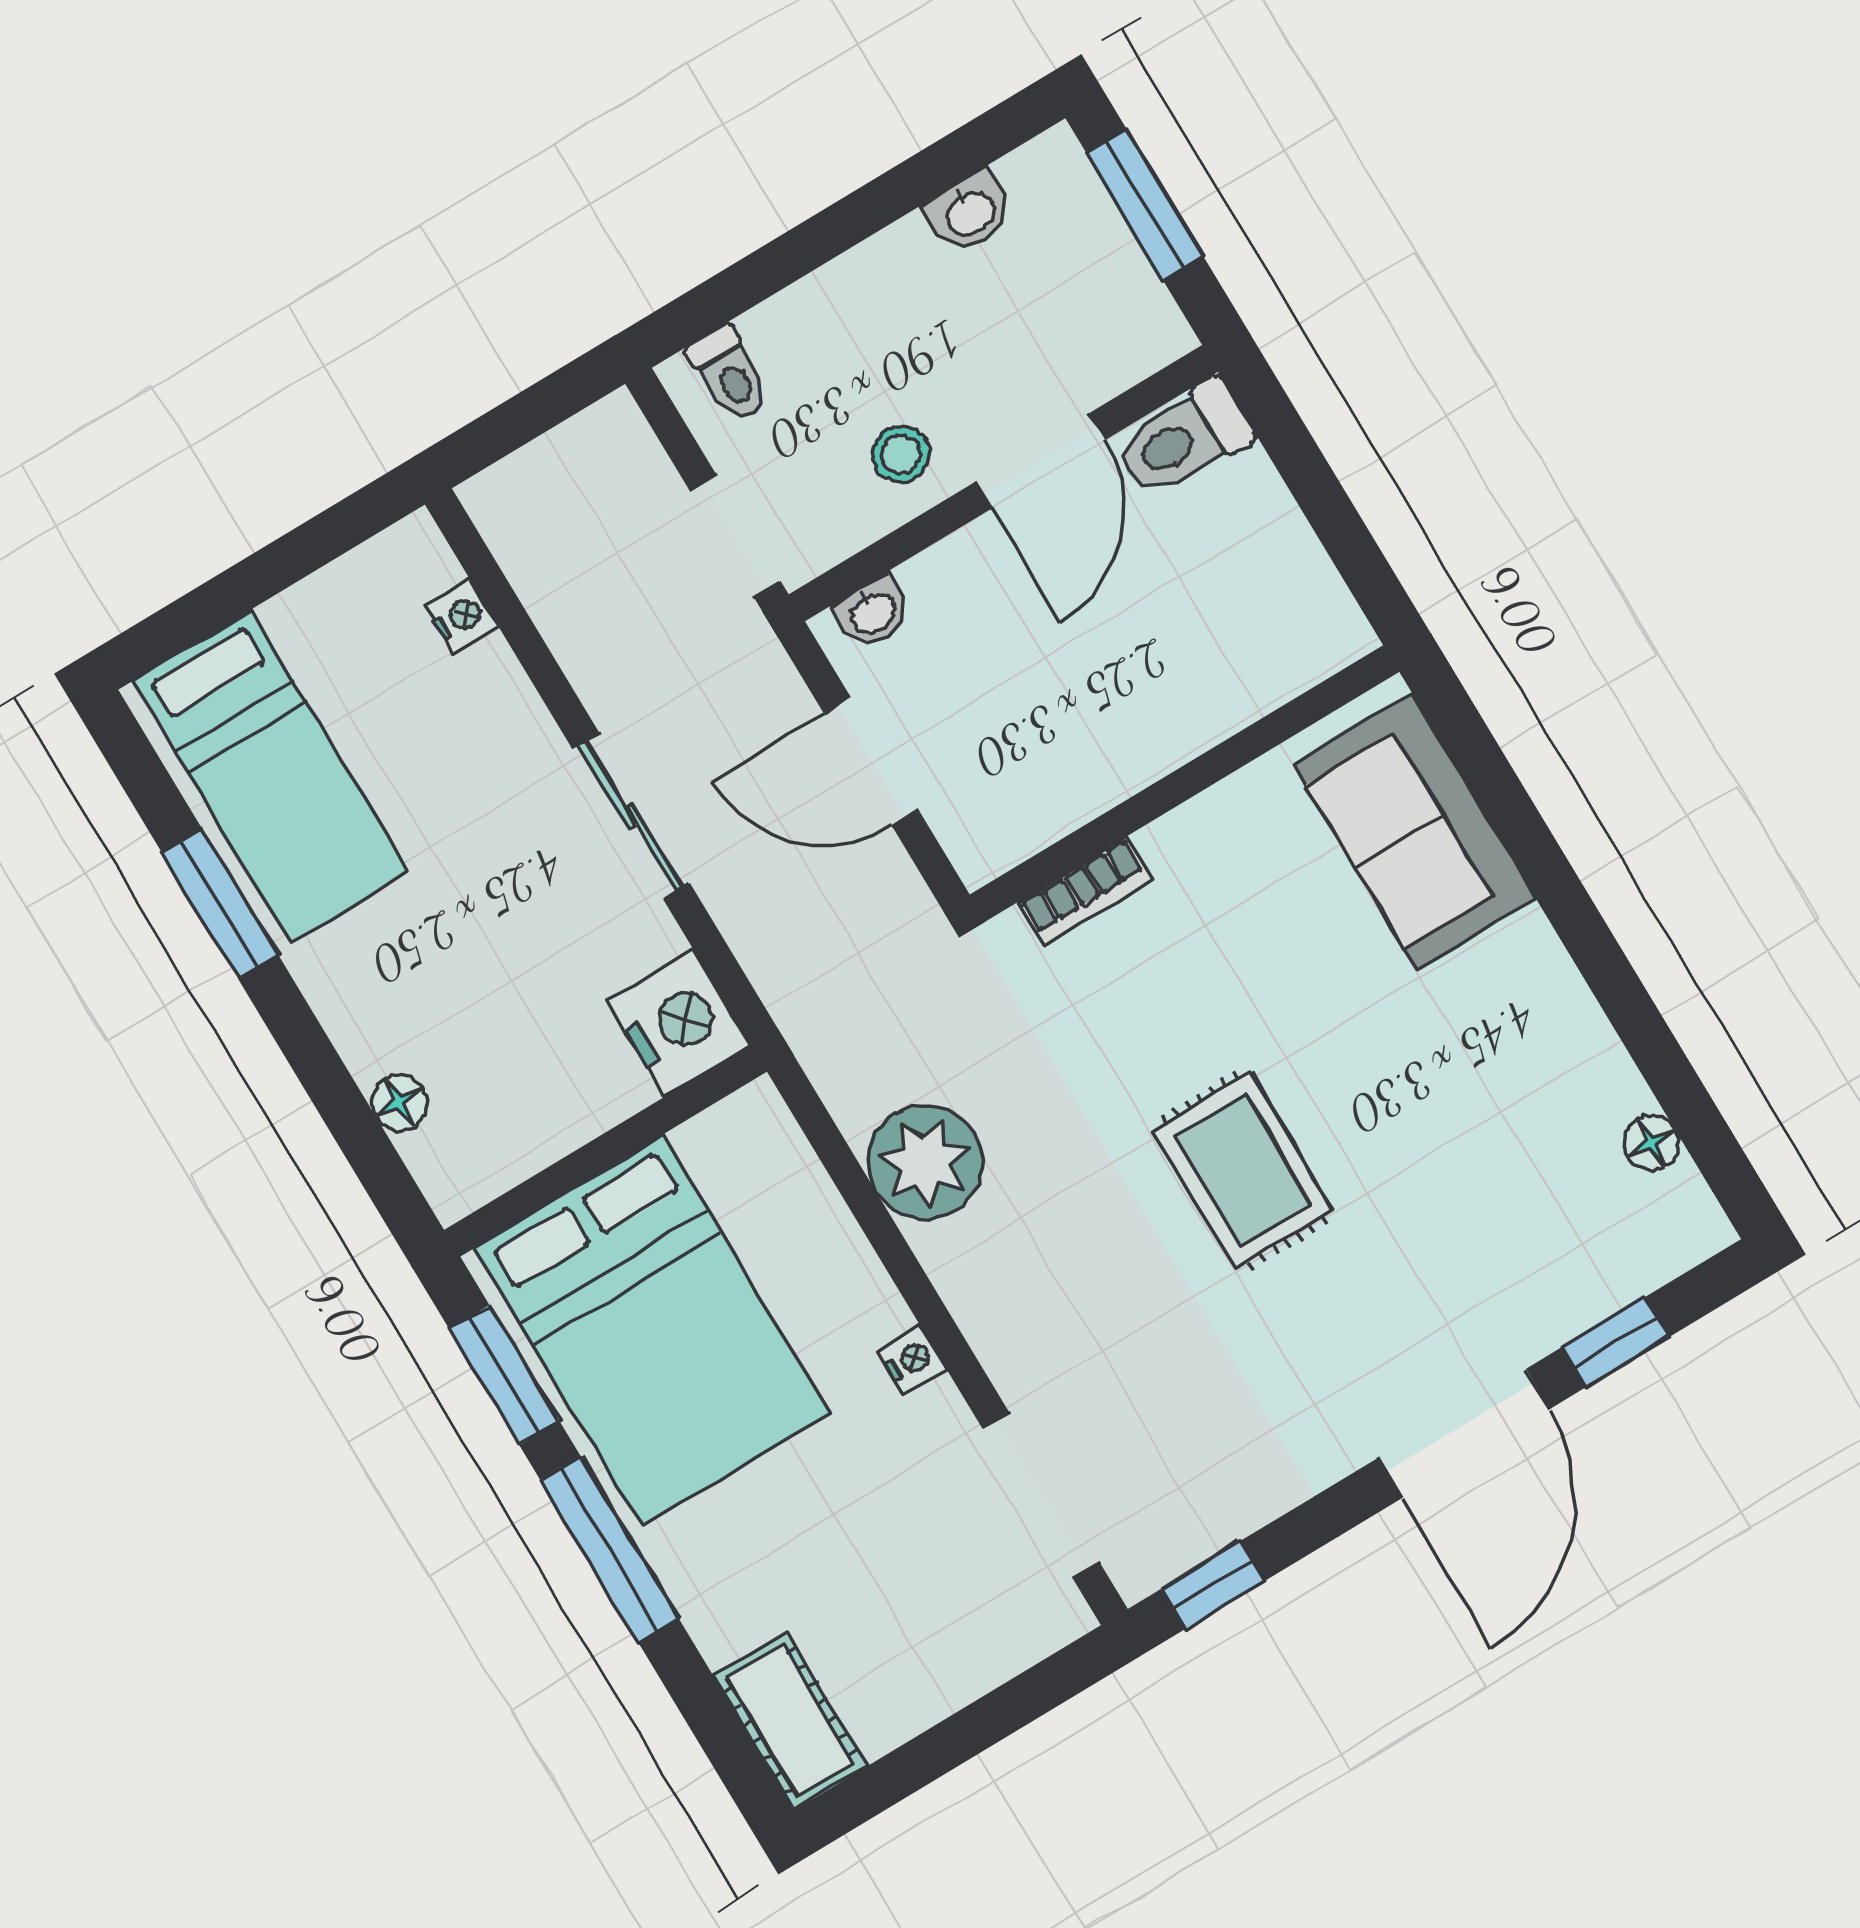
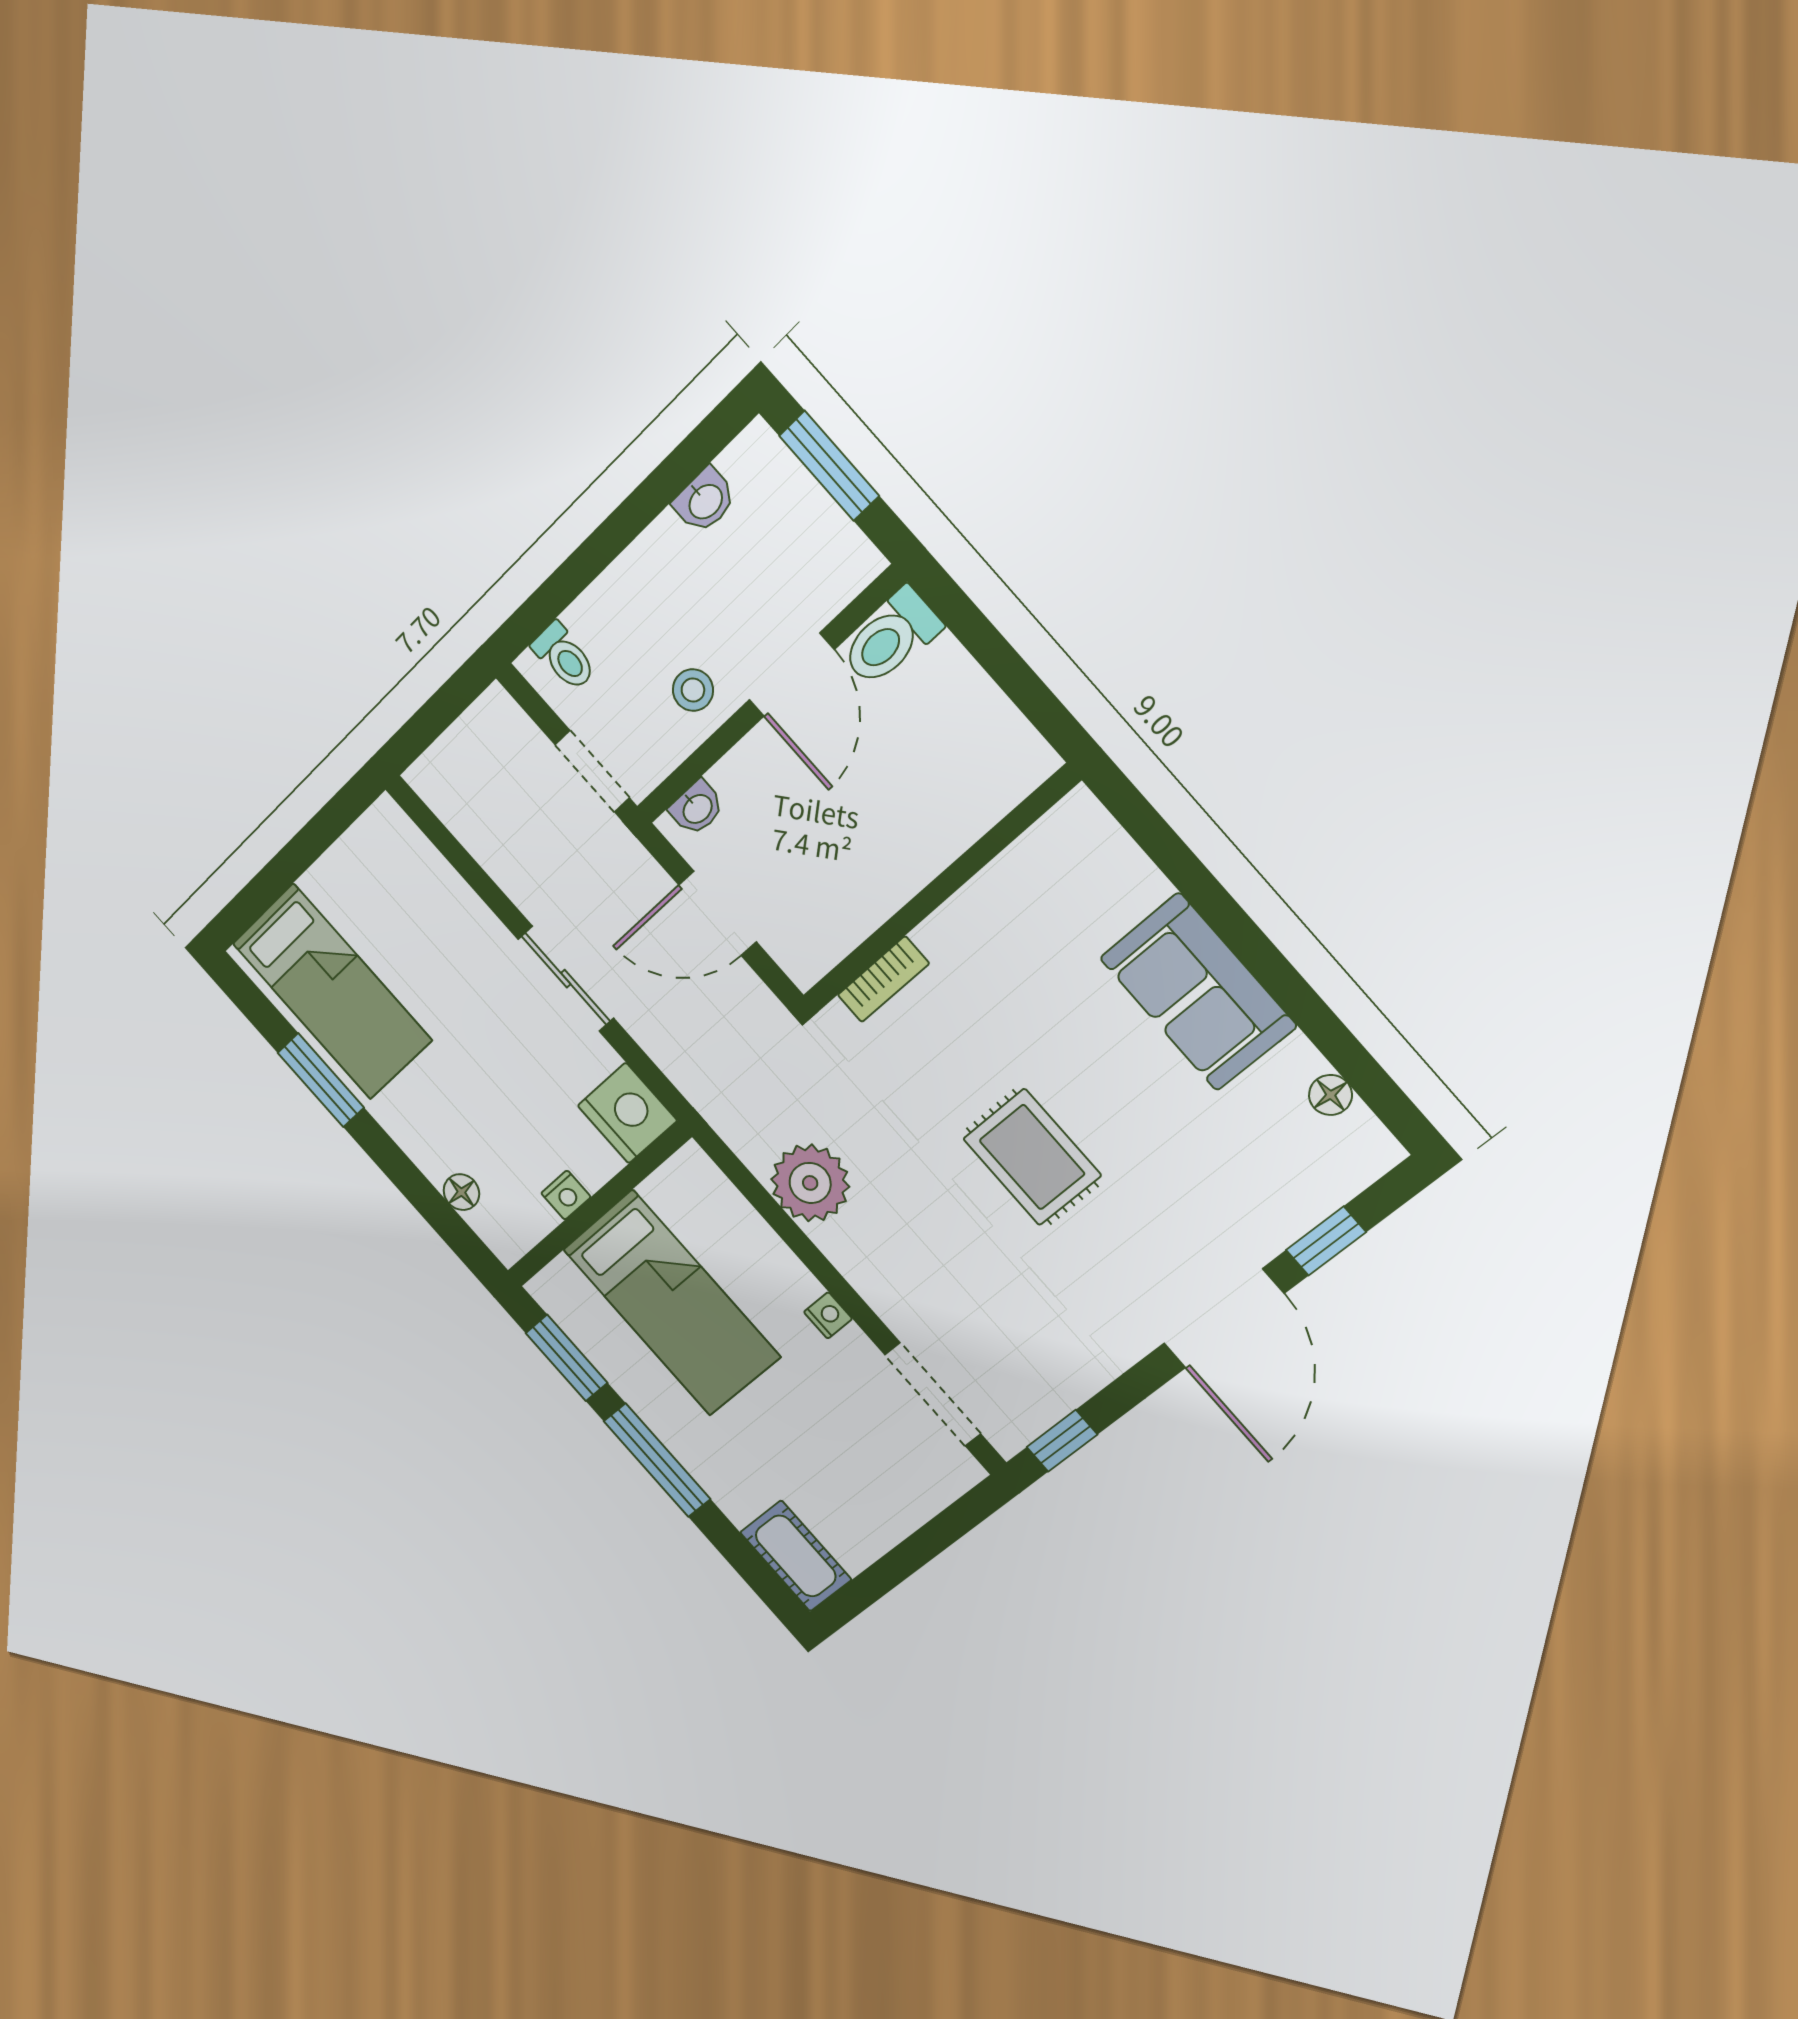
nightstand: (462, 617) -> (566, 1195), moved, turned 90
sofa: (1415, 831) -> (1198, 992), moved
bed: (652, 1331) -> (671, 1303), width x0.67

